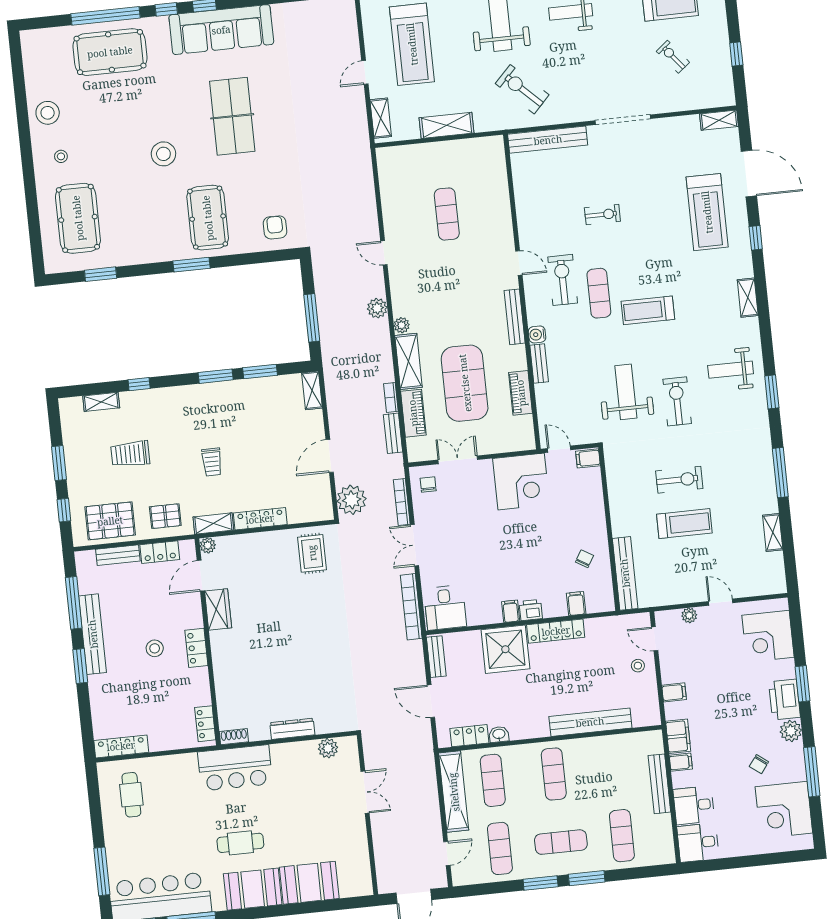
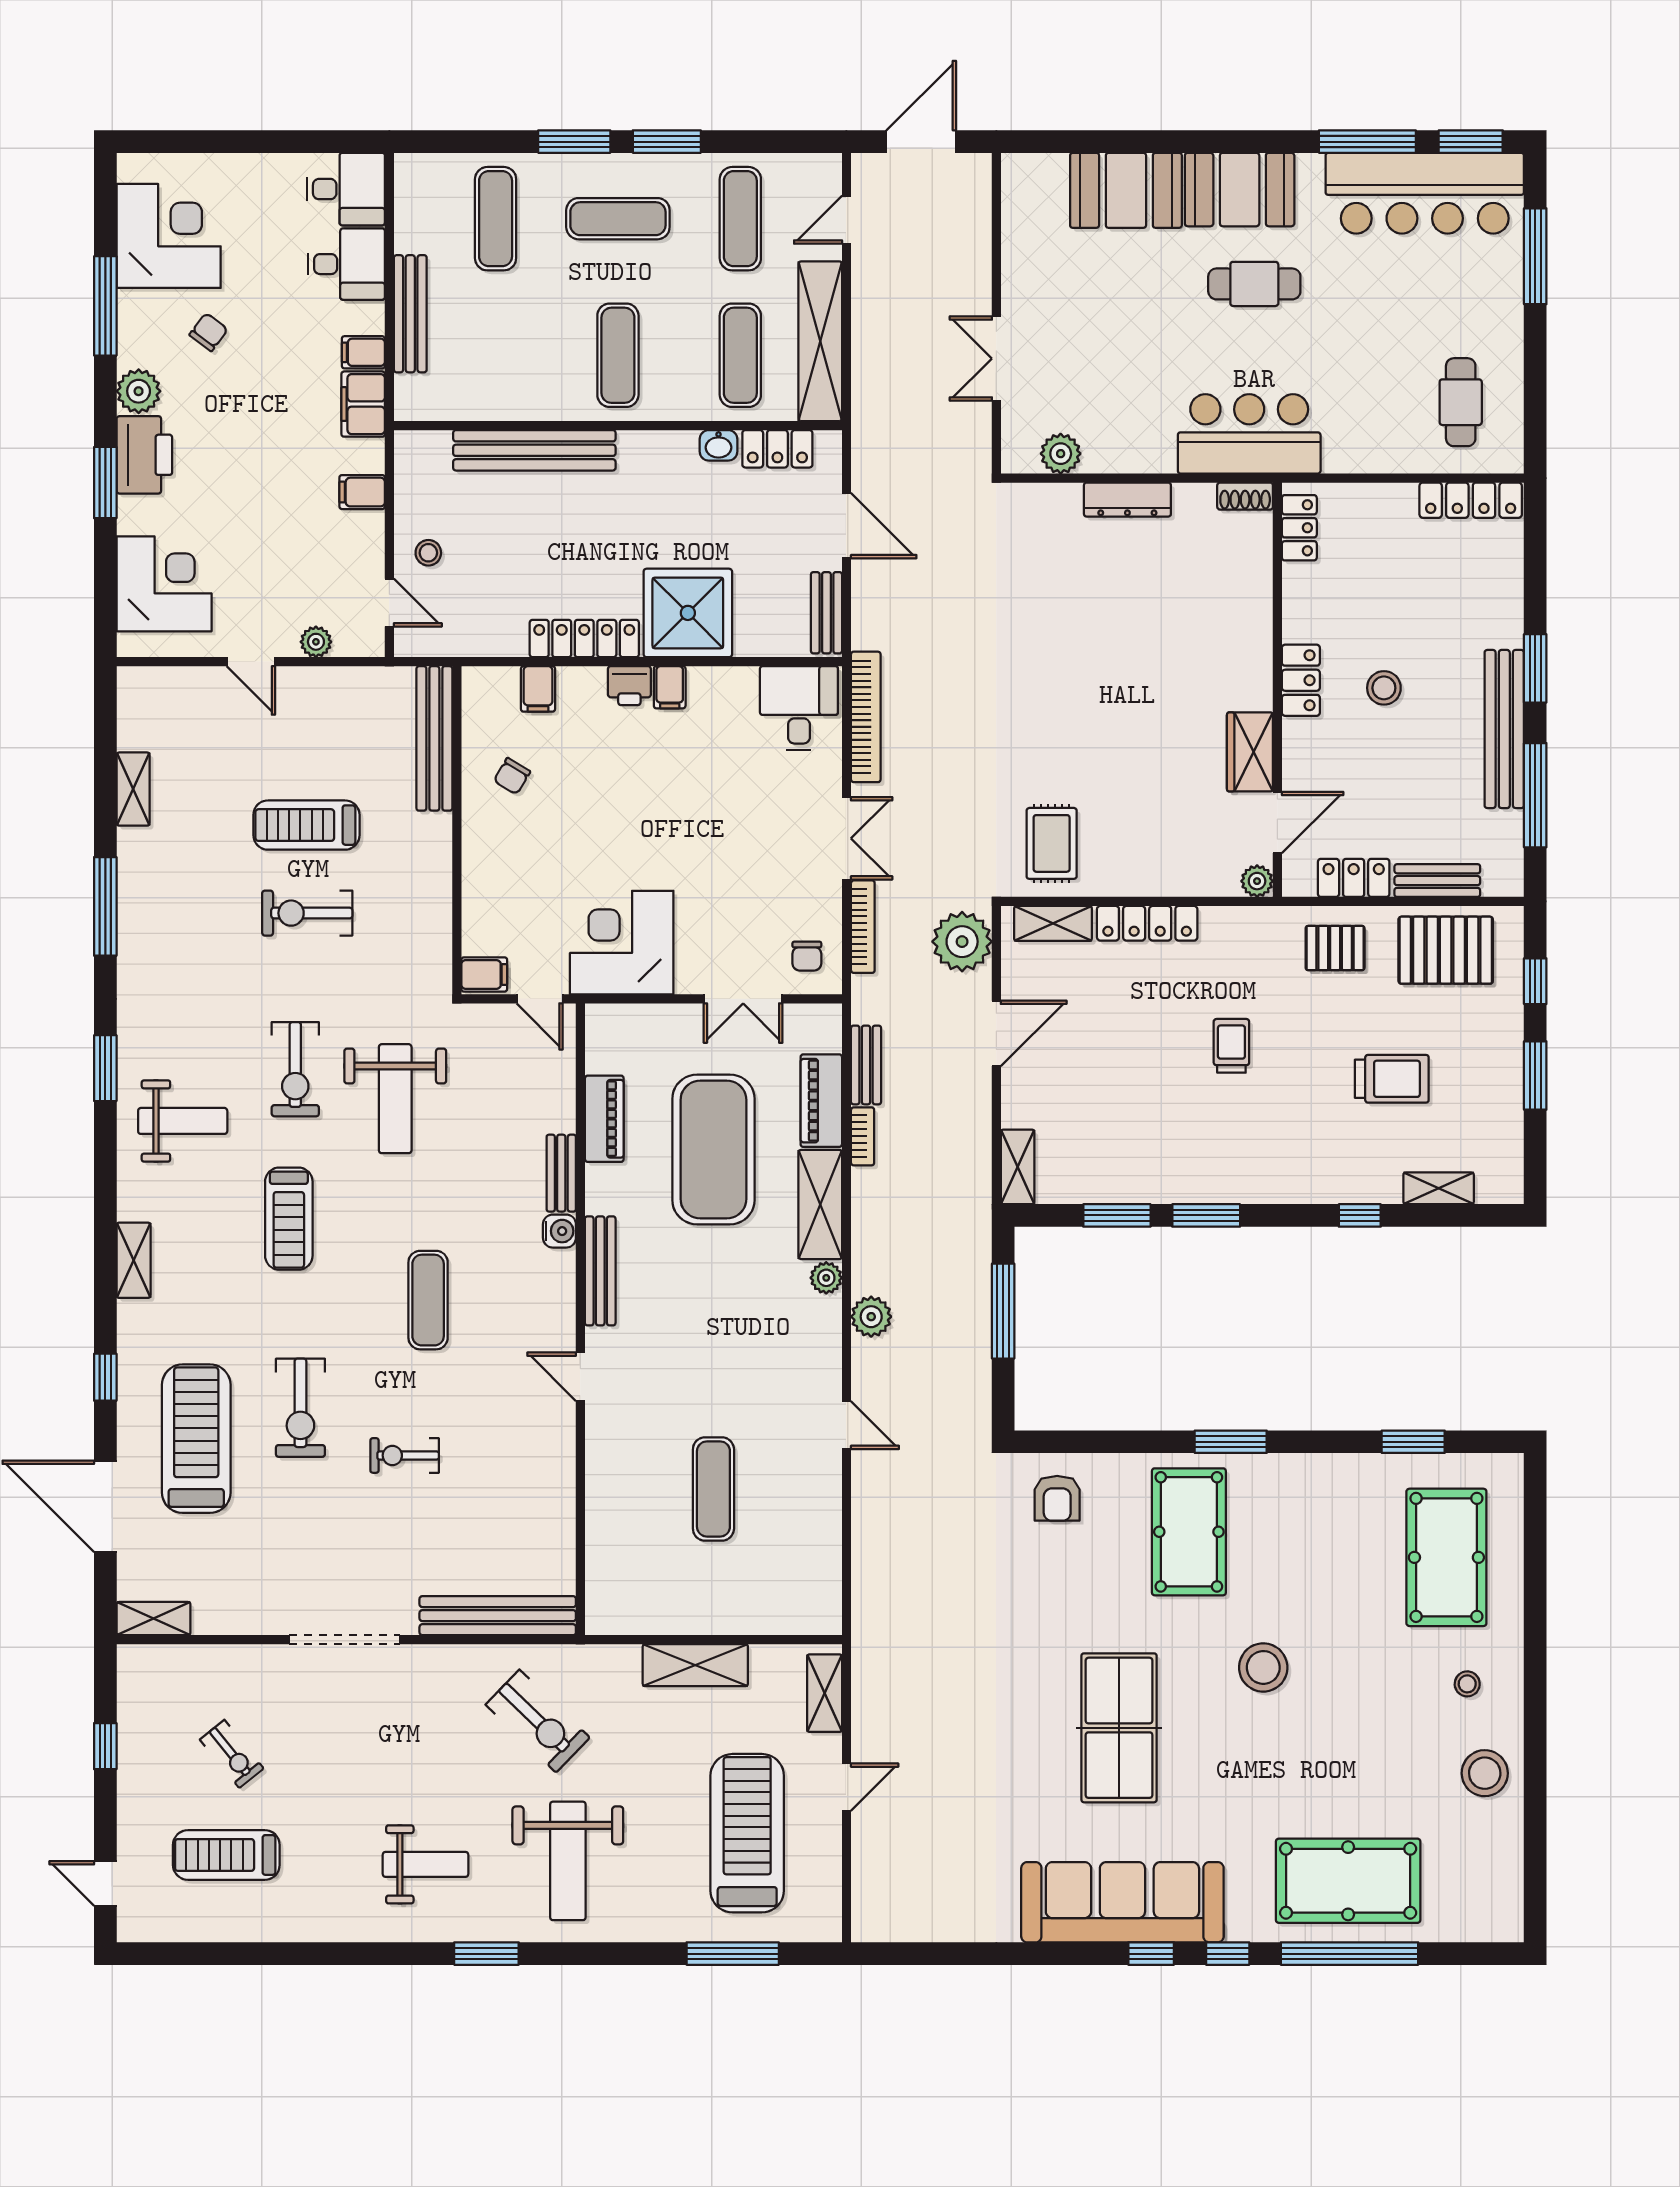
exercise bike: (563, 280) -> (300, 1408), moved
treadmill: (648, 310) -> (289, 1219), moved, turned 90
shelving: (213, 523) -> (1053, 923), moved

